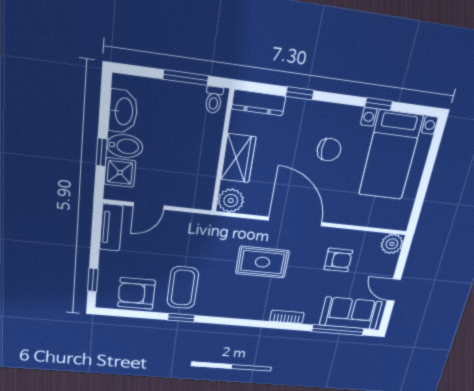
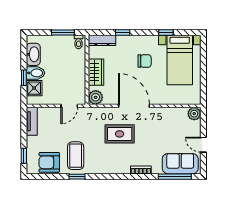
door: (149, 206) -> (69, 106), moved
armchair: (338, 260) -> (164, 128), removed

